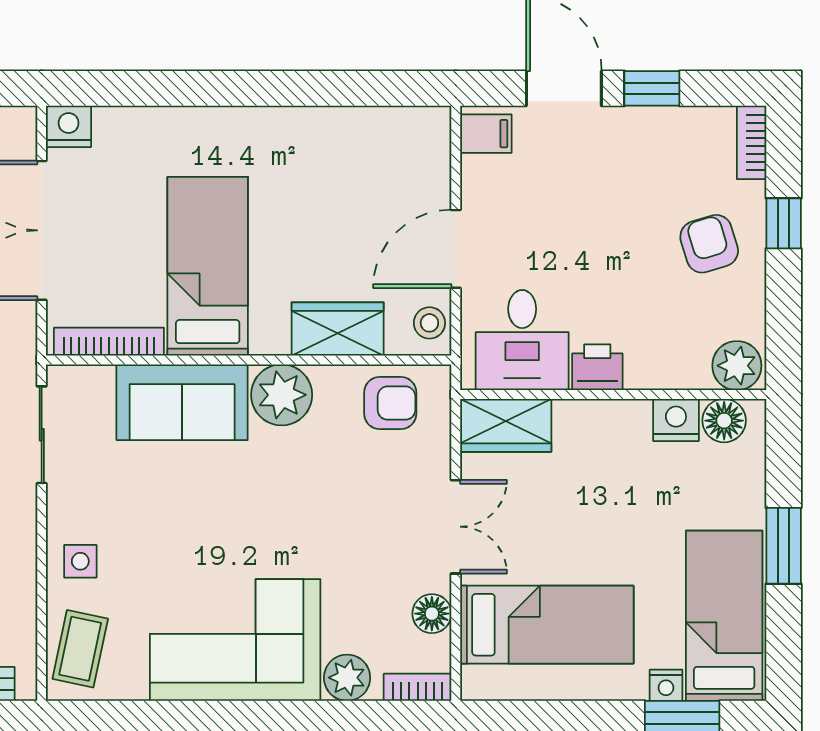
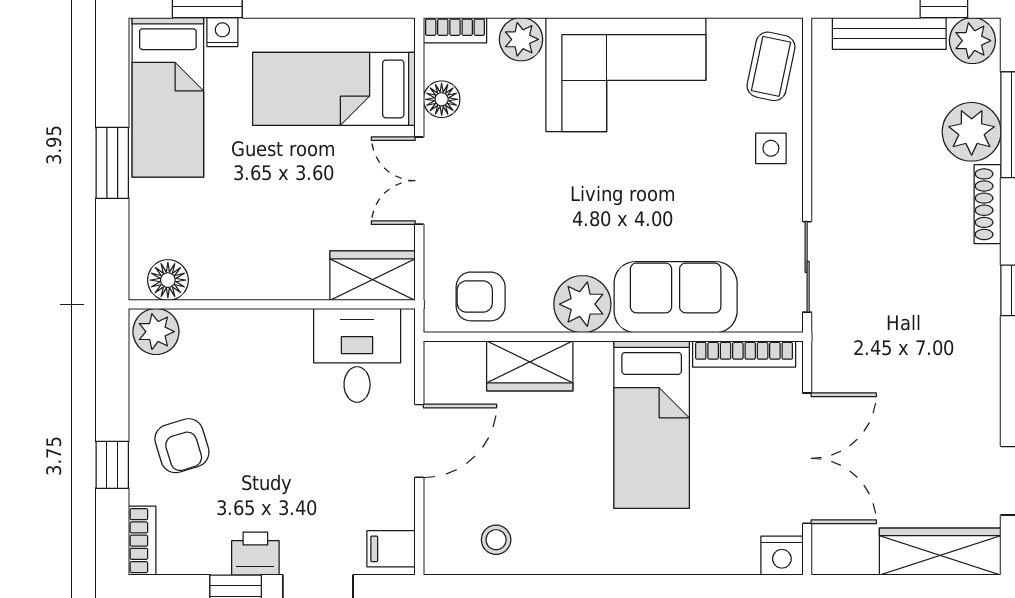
stool: (429, 323) -> (496, 540), moved
printer: (597, 367) -> (255, 554), moved, turned 180
nightstand: (676, 420) -> (213, 281), removed

